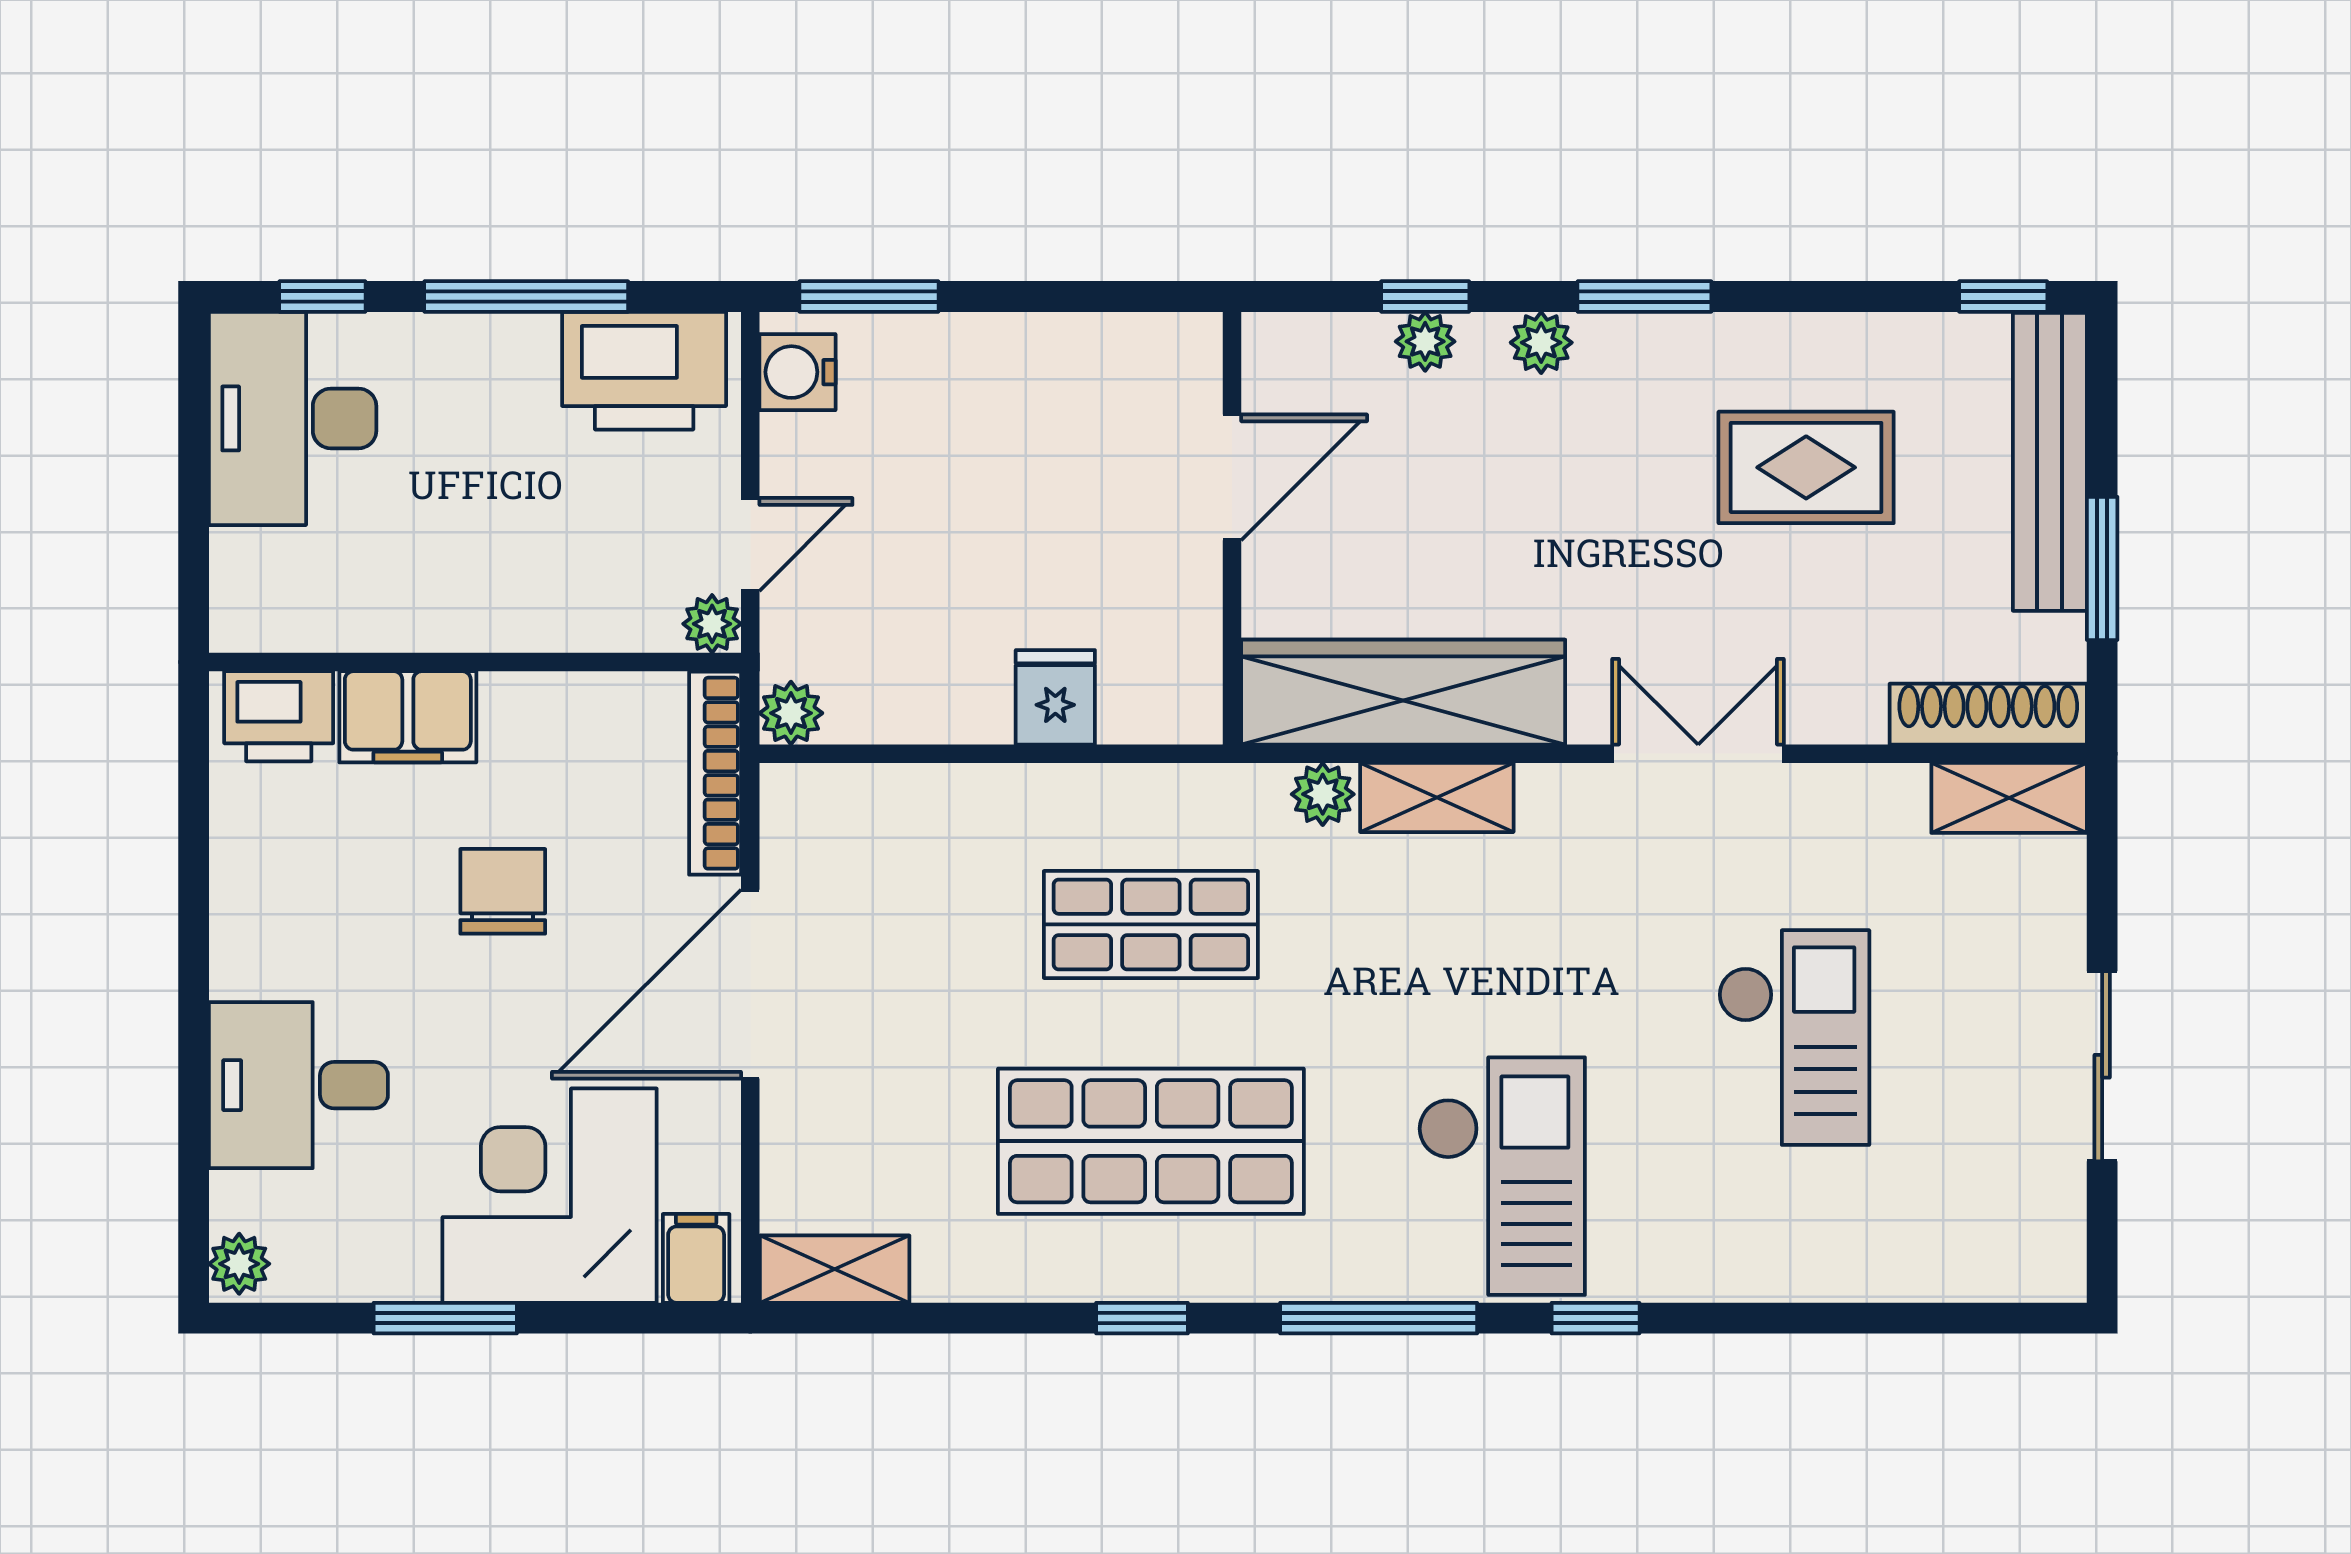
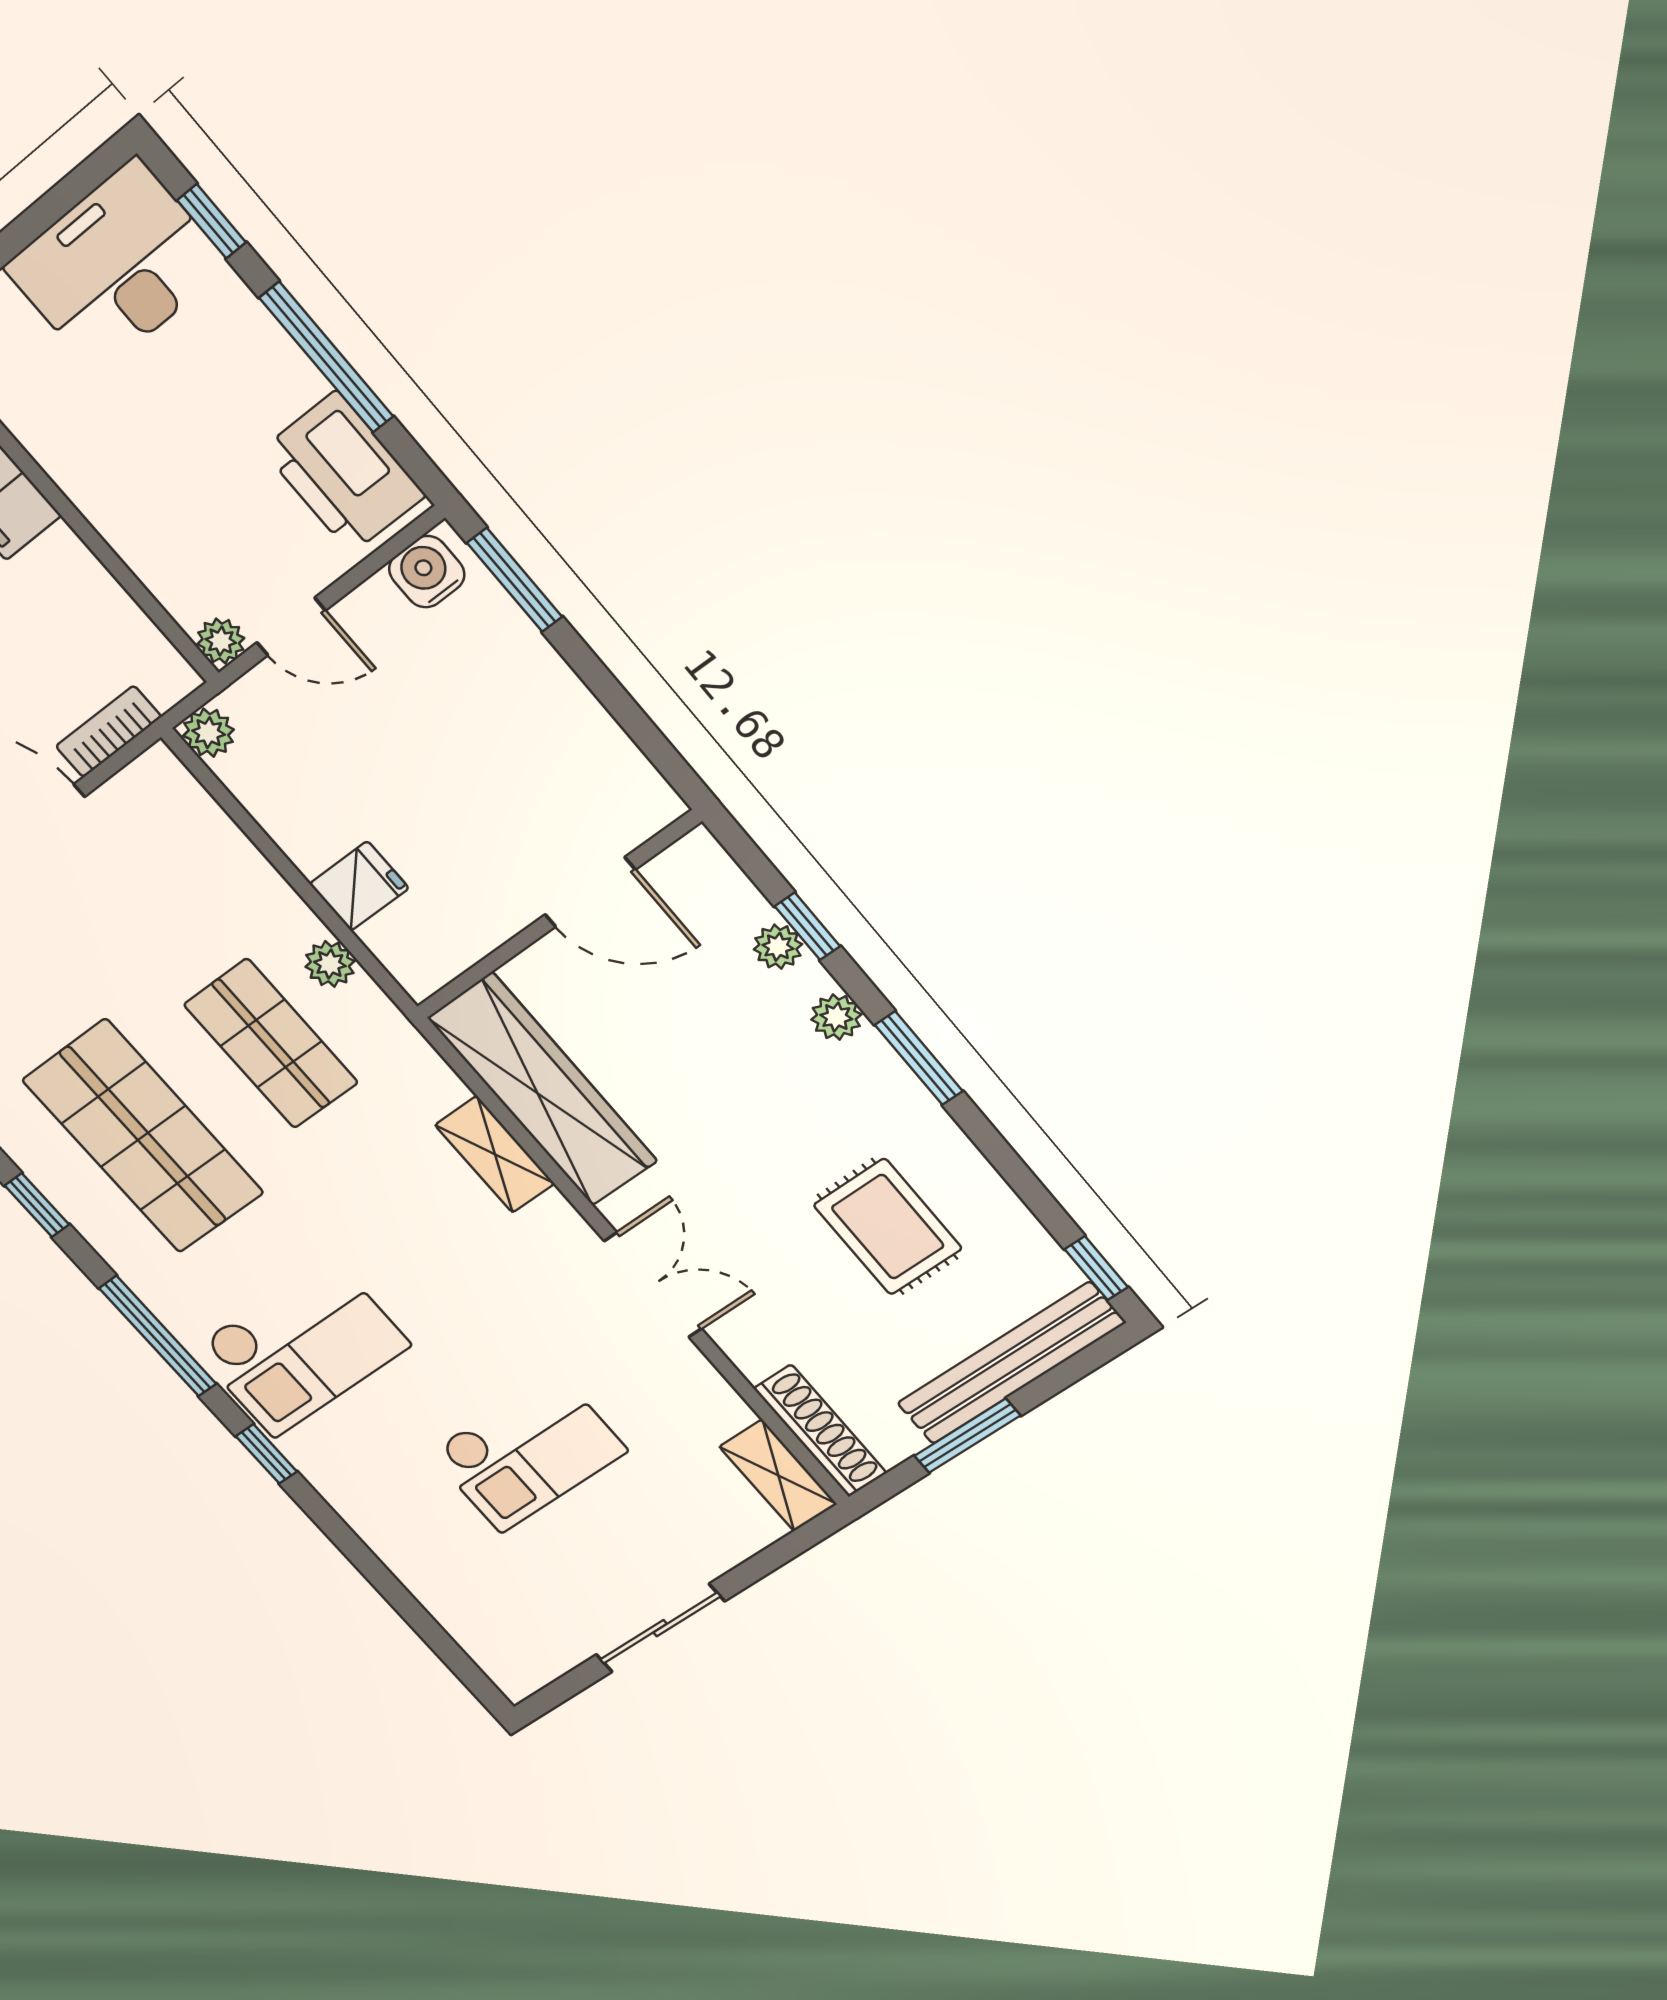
bookcase: (715, 773) -> (109, 732), width x0.64
plant: (1323, 794) -> (330, 964), moved

